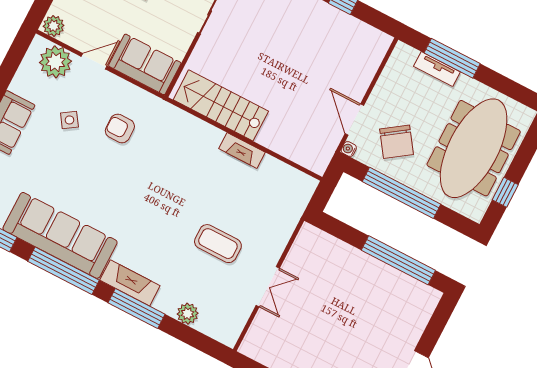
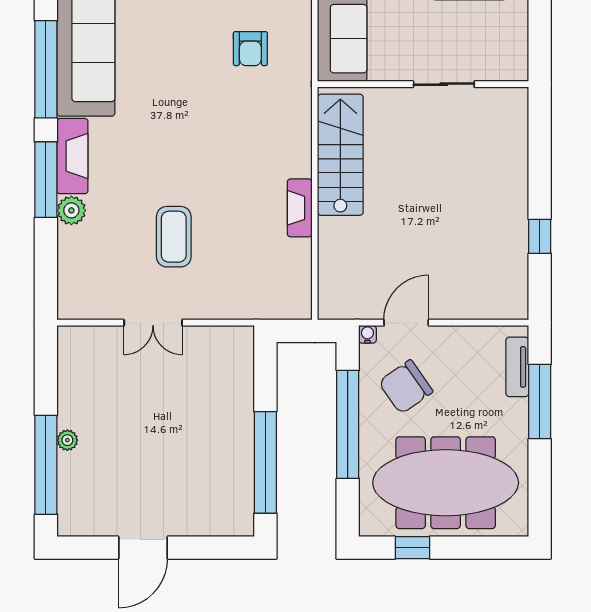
tv unit: (437, 69) -> (517, 367), moved
armchair: (120, 128) -> (250, 49), turned 180
plant: (188, 314) -> (71, 210), moved

